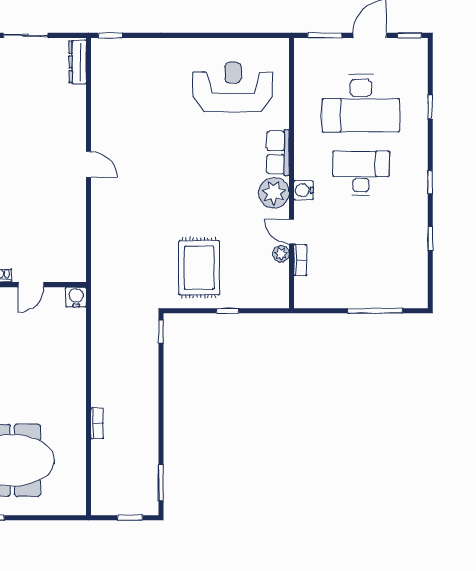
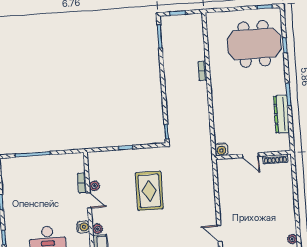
plant: (274, 193) -> (97, 229), width x0.53, depth x0.53
rug: (199, 268) -> (149, 191), moved
door: (31, 285) -> (250, 155), swing flipped

